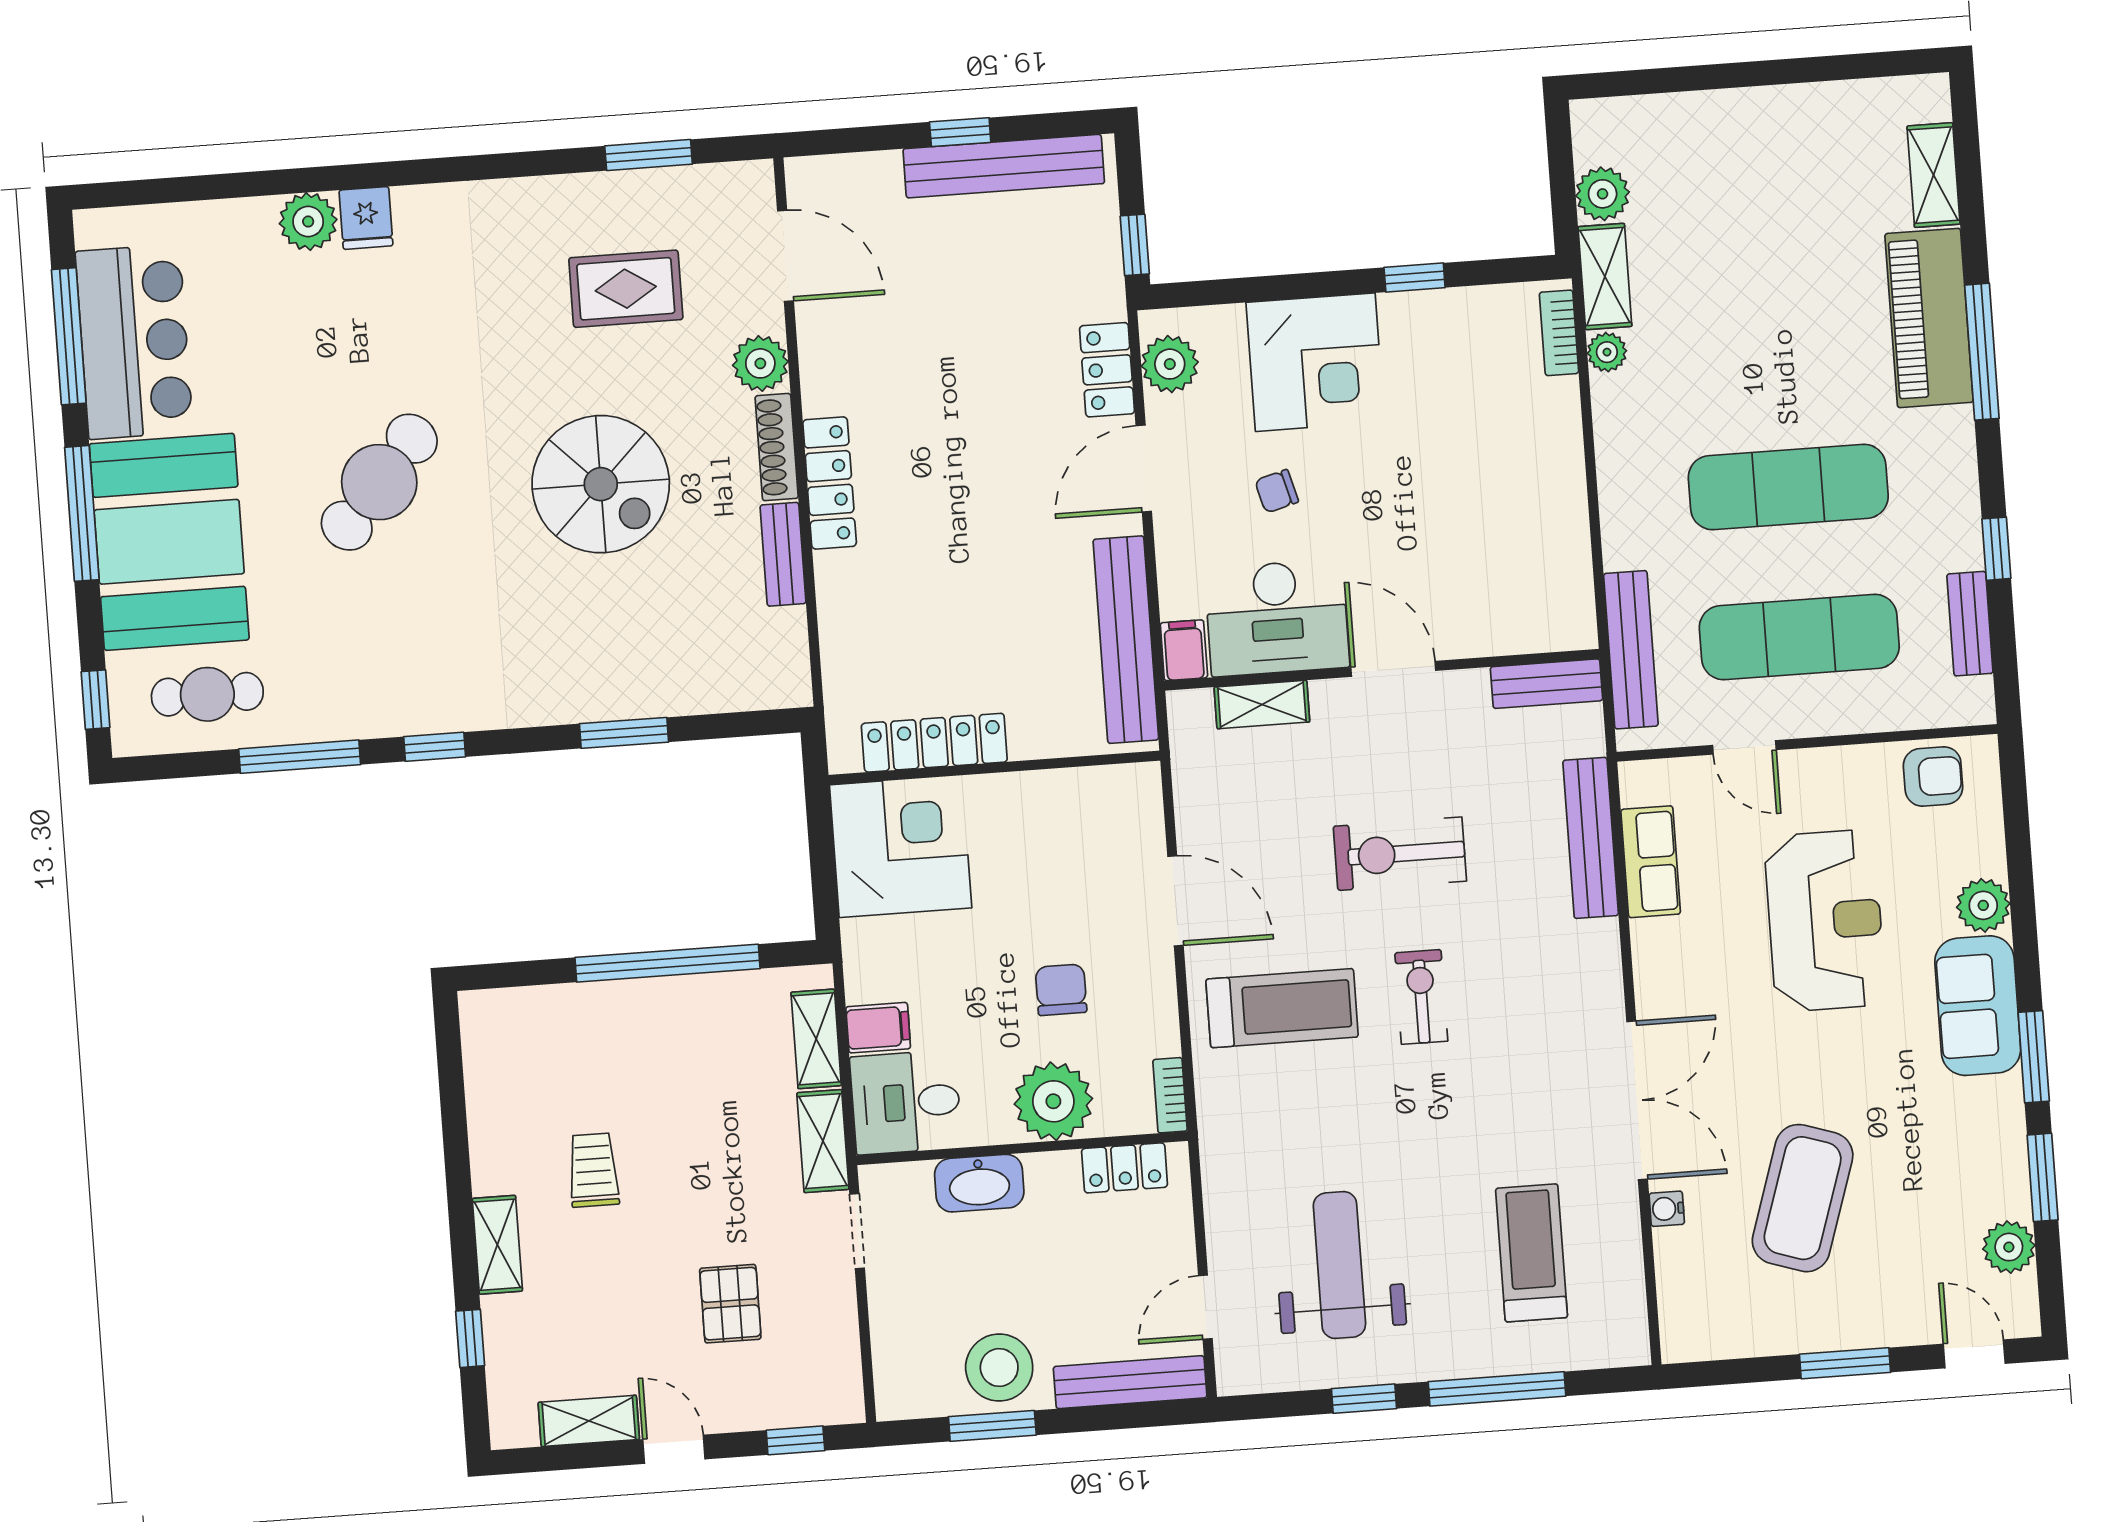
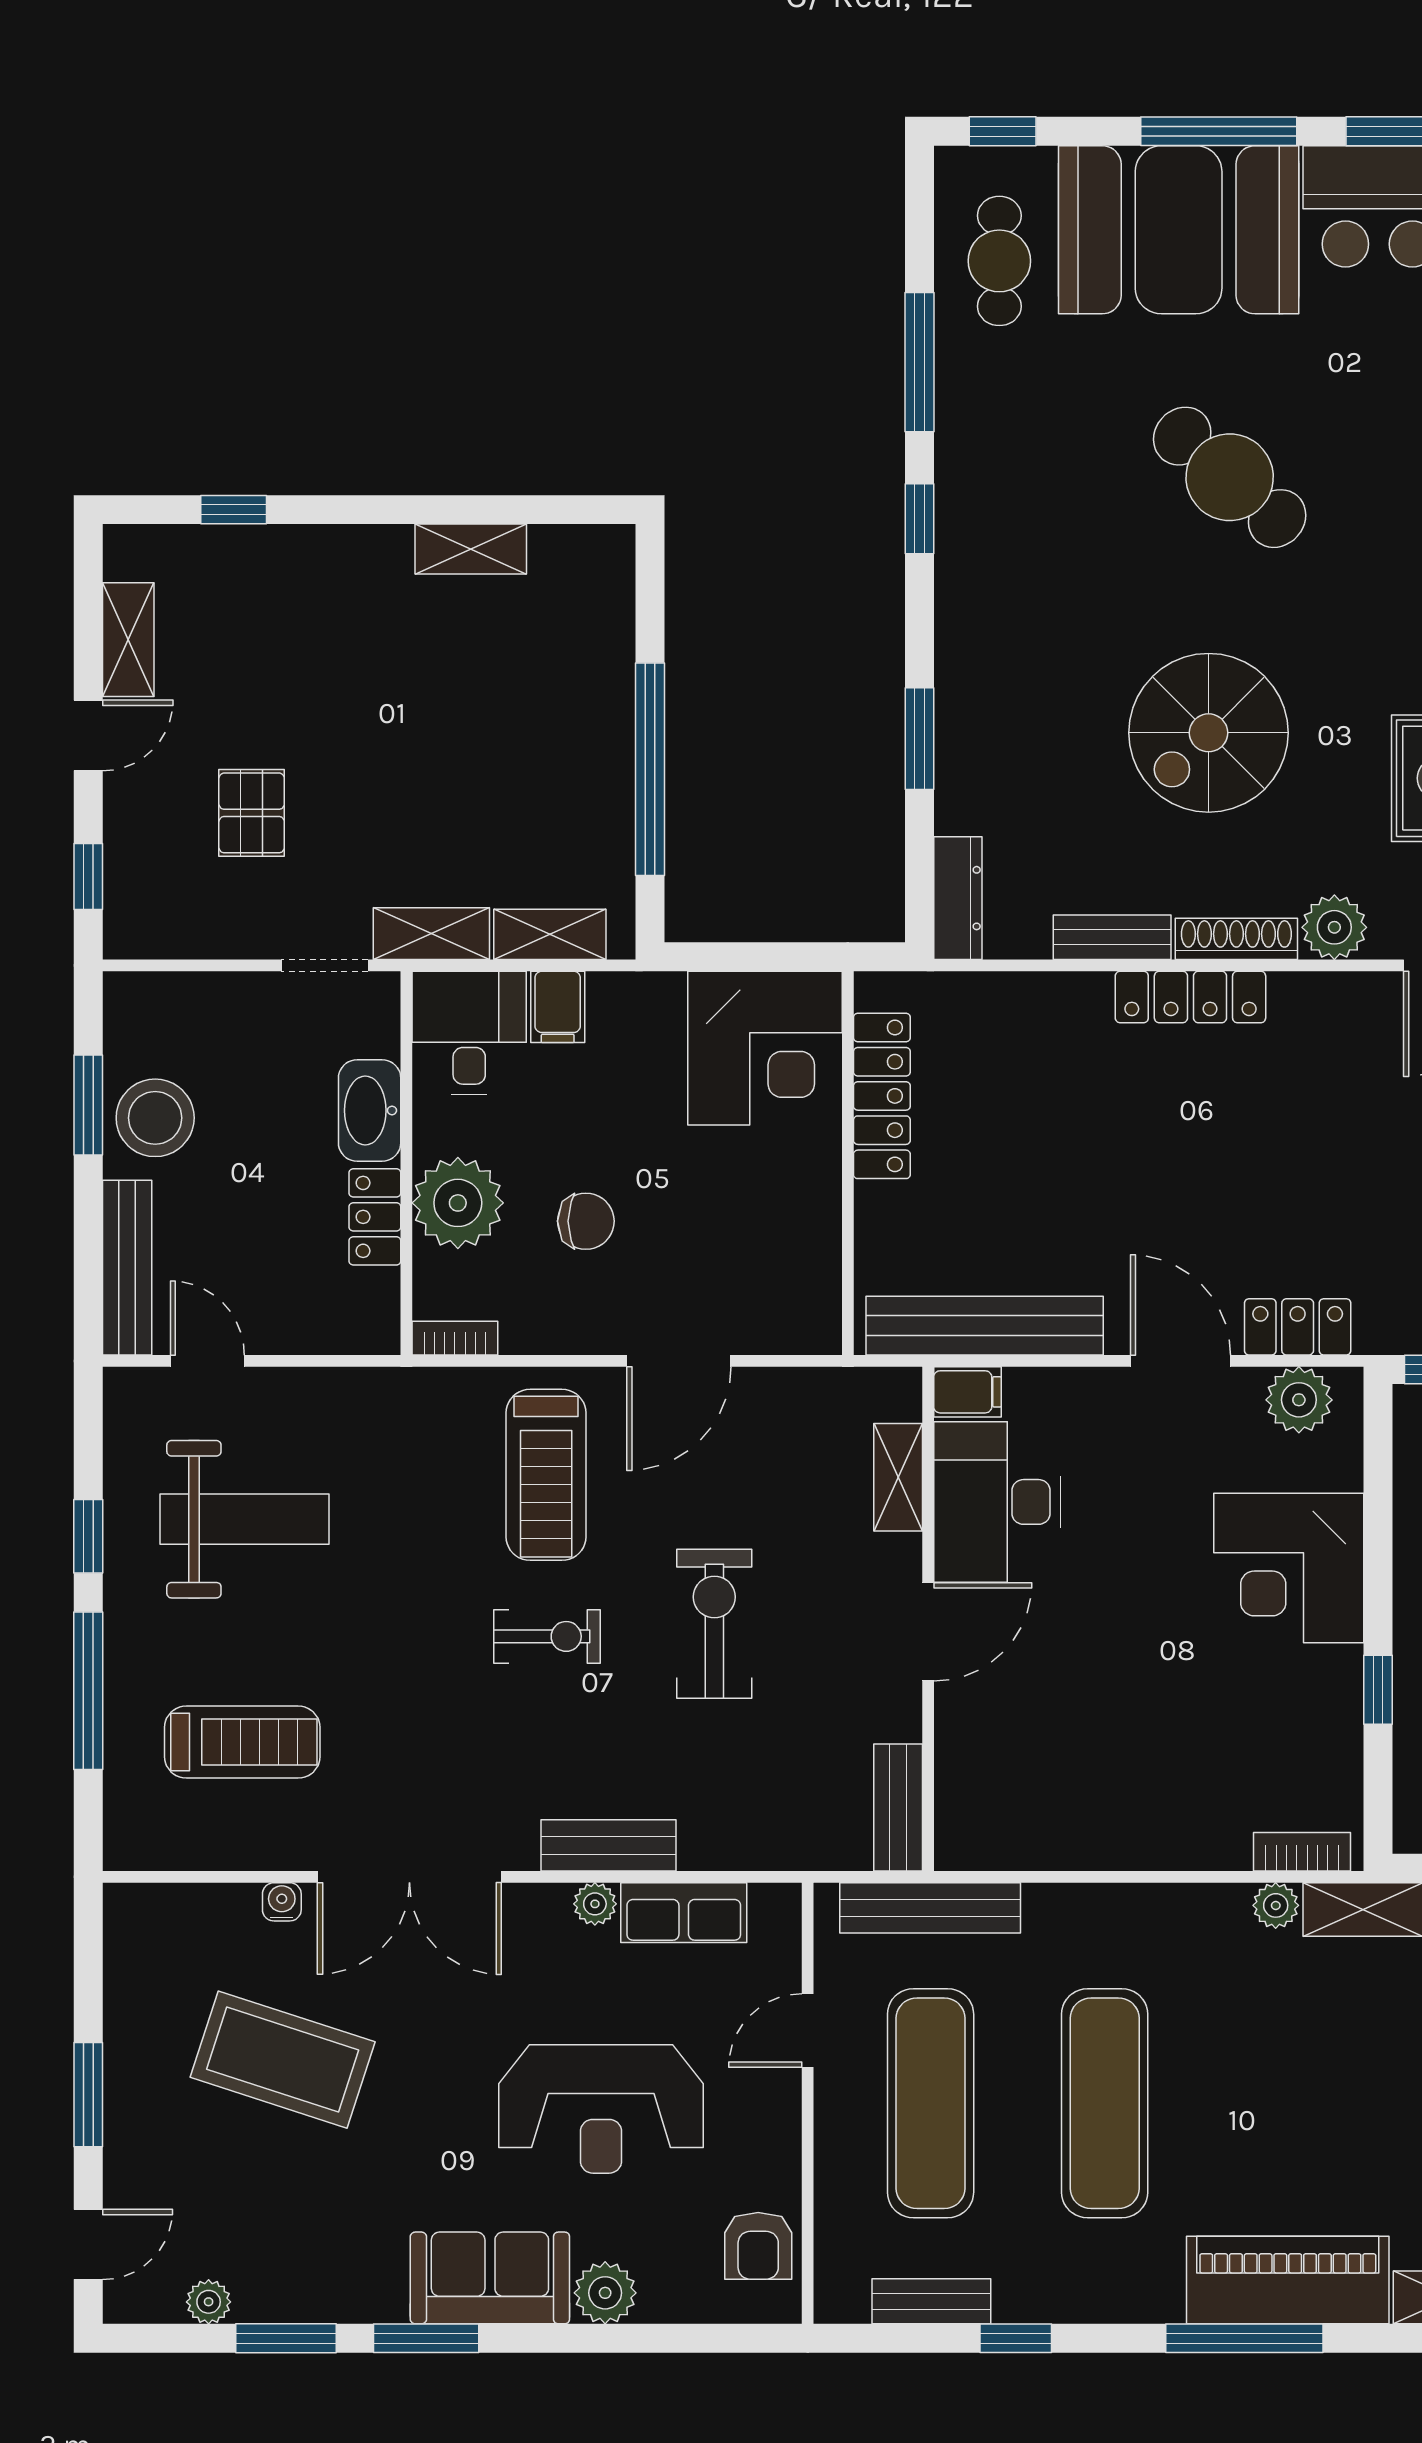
chair: (1277, 491) -> (1143, 1512), removed
dresser: (759, 690) -> (958, 898), added
bench: (1591, 838) -> (608, 1845), moved, width x0.73
plant: (1649, 939) -> (595, 1904), added
locker: (1125, 1168) -> (375, 1217), moved
trolley: (593, 1170) -> (417, 666), removed
shelving: (497, 1245) -> (471, 549), moved
plant: (2009, 1247) -> (209, 2302), width x0.73, depth x0.73
pallet: (730, 1304) -> (252, 813), turned 90

